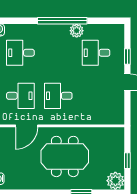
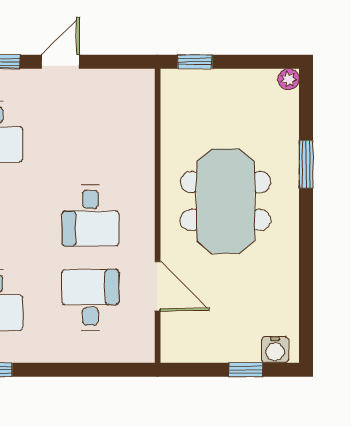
window: (127, 161) -> (195, 62), moved
plant: (115, 181) -> (289, 79), width x0.53, depth x0.53

